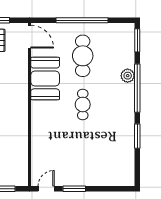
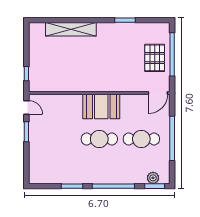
plant: (128, 76) -> (153, 178), moved
booth: (45, 78) -> (101, 107), moved
cafe table: (83, 104) -> (99, 139), width x1.37, depth x1.35

